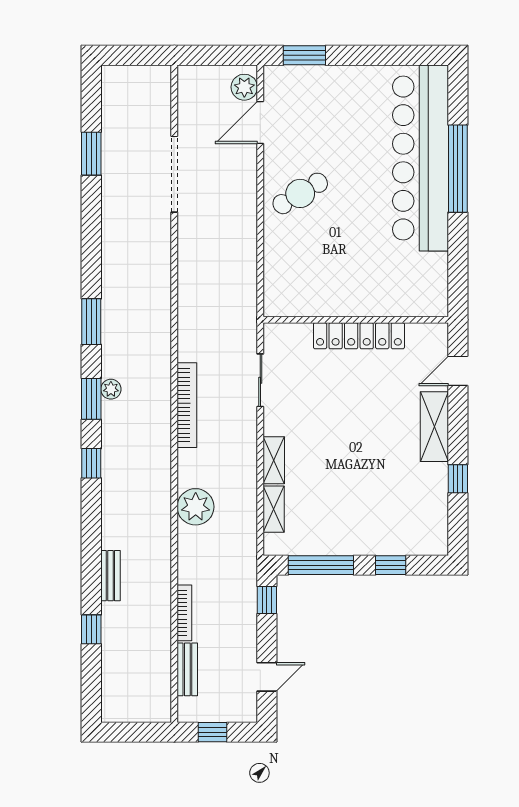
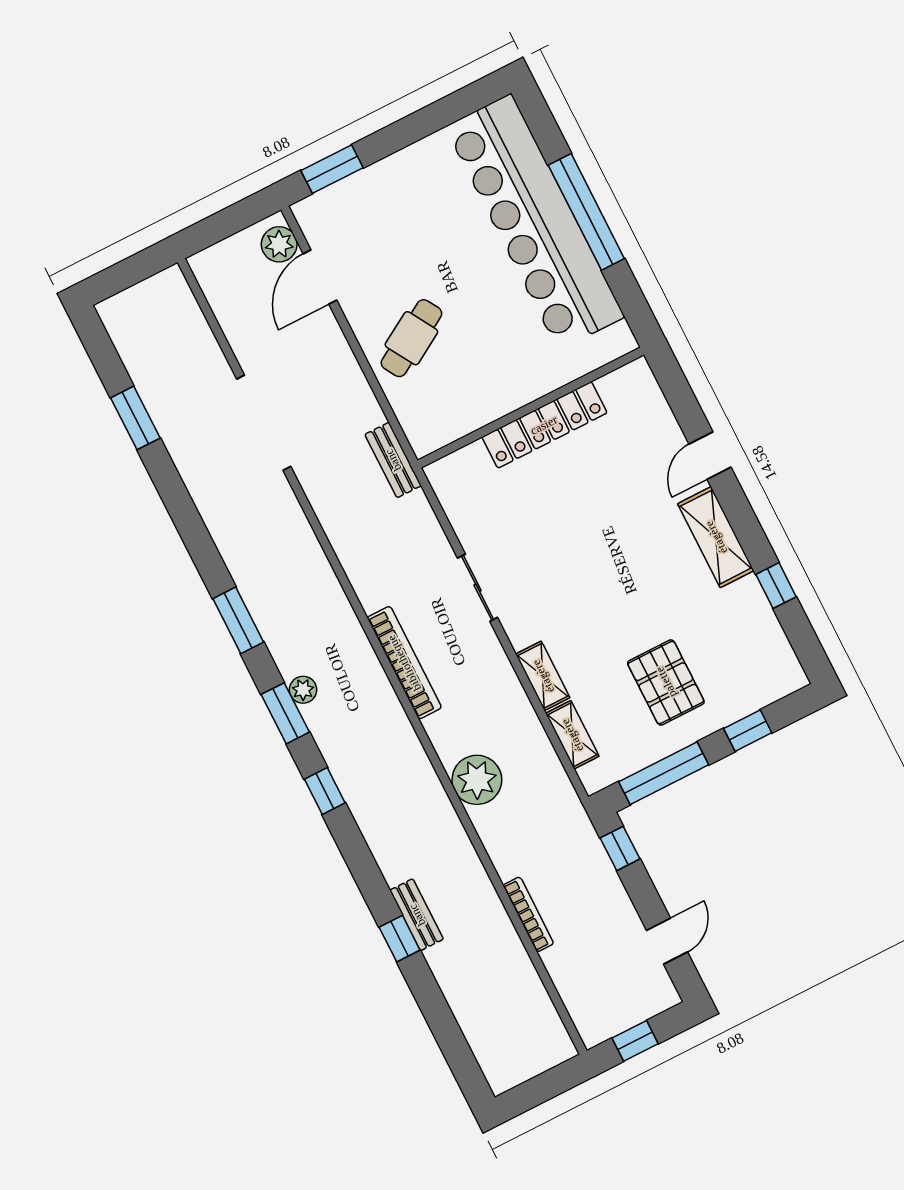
doorway: (174, 174) -> (264, 423), moved
wall: (356, 320) -> (531, 407), moved
locker: (359, 336) -> (544, 425), moved
pallet: (353, 506) -> (666, 682), added
window: (91, 629) -> (400, 939), moved
bench: (187, 669) -> (393, 460), moved

